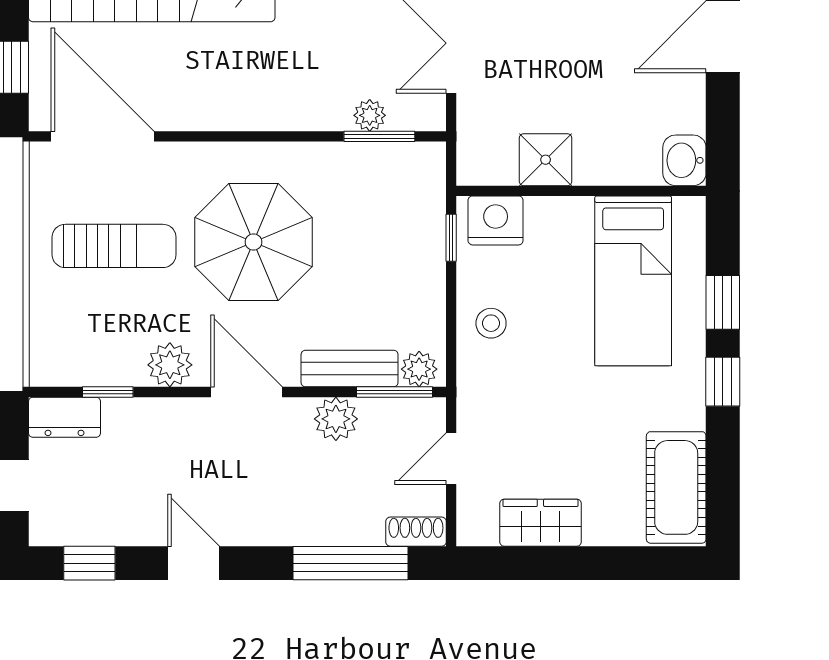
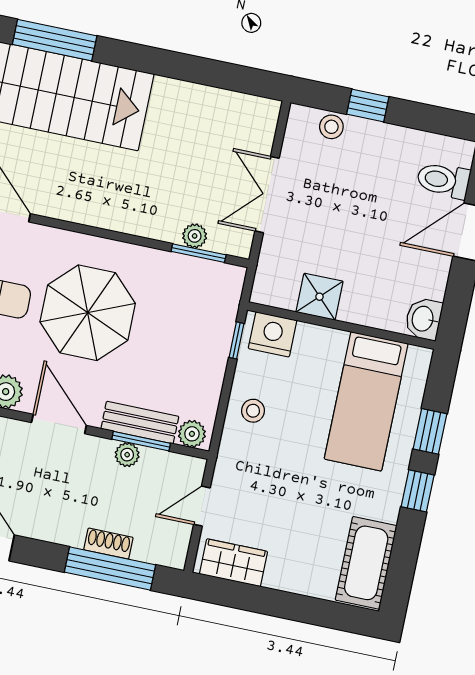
window: (395, 392) -> (141, 441), moved
plant: (336, 419) -> (127, 455), width x0.73, depth x0.73
wardrobe: (540, 523) -> (233, 563), moved
shoe rack: (416, 532) -> (108, 544), moved

